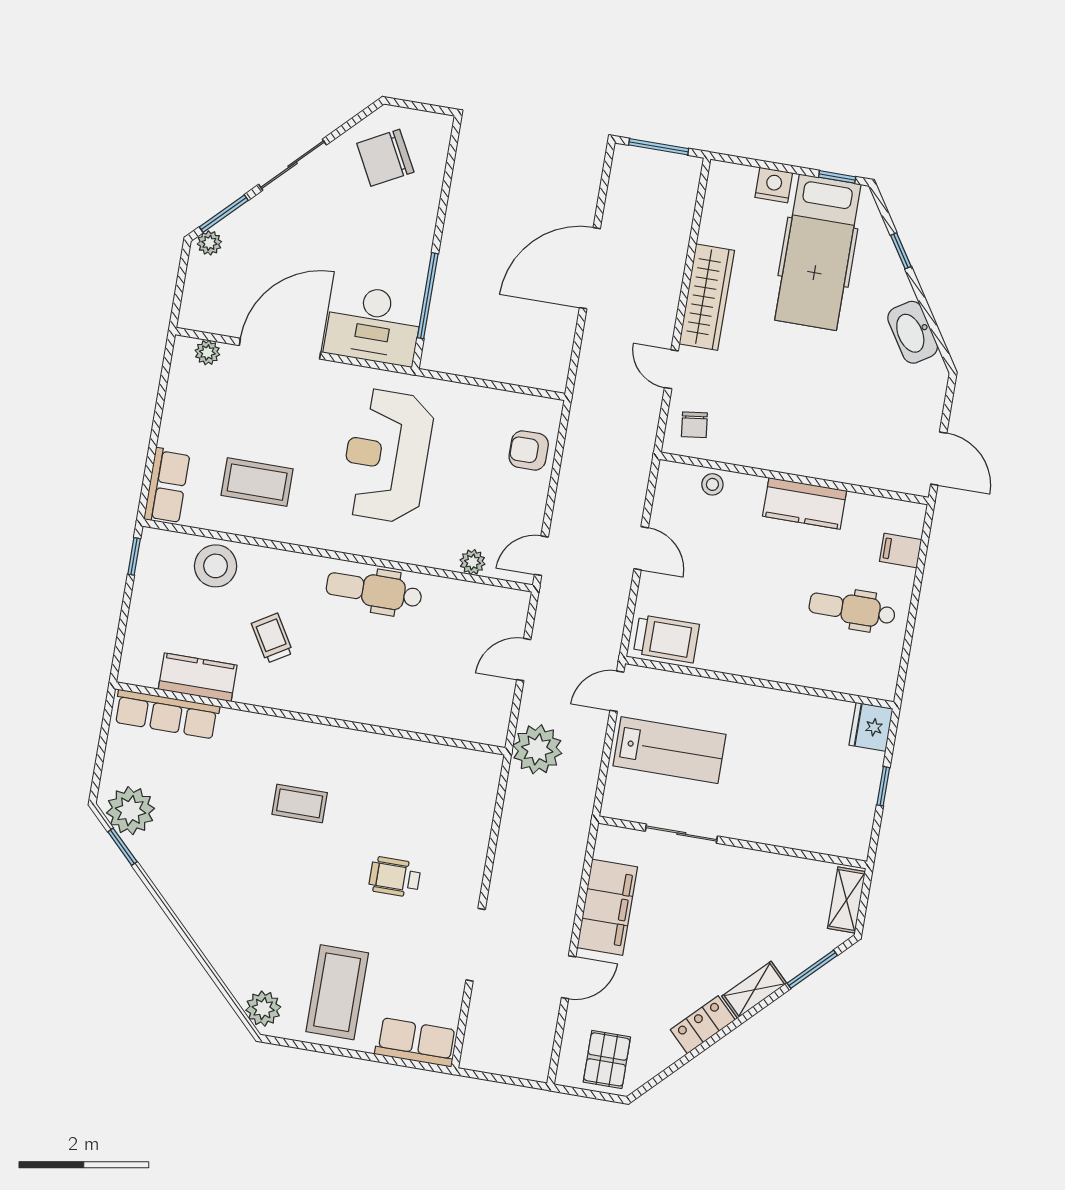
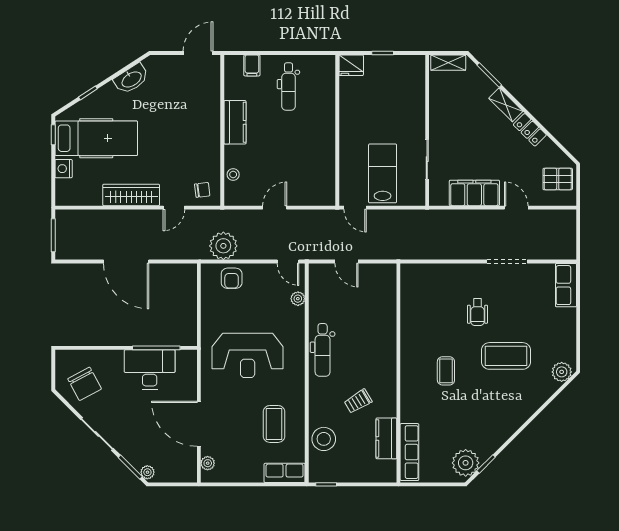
desk: (373, 325) -> (150, 369), moved, turned -90
trolley: (666, 639) -> (322, 185), removed
plant: (537, 749) -> (223, 246), moved
coffee table: (337, 992) -> (506, 356), moved

